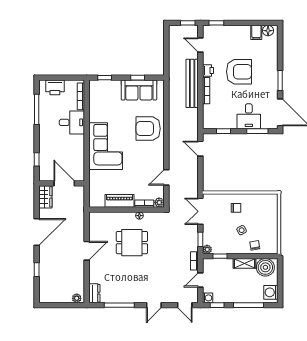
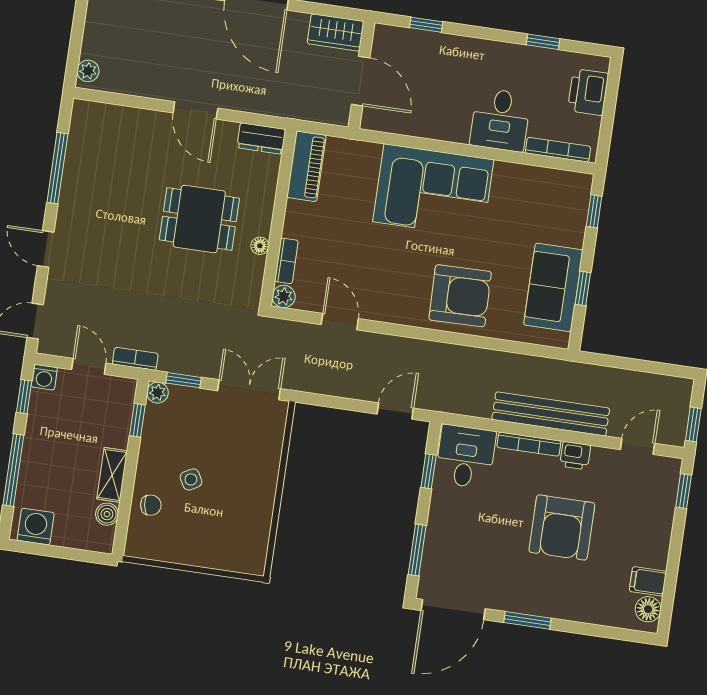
window: (37, 109) -> (543, 42), width x0.46
desk: (249, 116) -> (465, 457), moved, turned 90
armchair: (148, 129) -> (460, 296), turned 89
door: (64, 183) -> (361, 81), hinge flipped
piano: (120, 201) -> (306, 166), moved
chair: (236, 208) -> (245, 474), removed
dining table: (132, 243) -> (199, 219), turned 90
boiler: (265, 267) -> (107, 514), width x0.54, depth x0.54
dresser: (94, 293) -> (261, 138), moved

